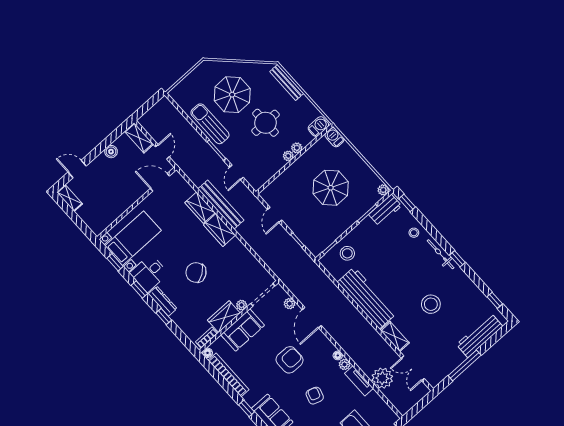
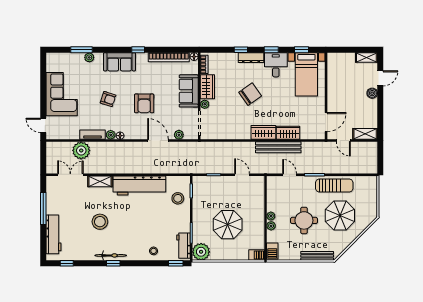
boiler: (111, 152) -> (372, 93), moved
plant: (383, 190) -> (201, 252), width x1.88, depth x1.88
bicycle: (441, 254) -> (111, 255), moved

